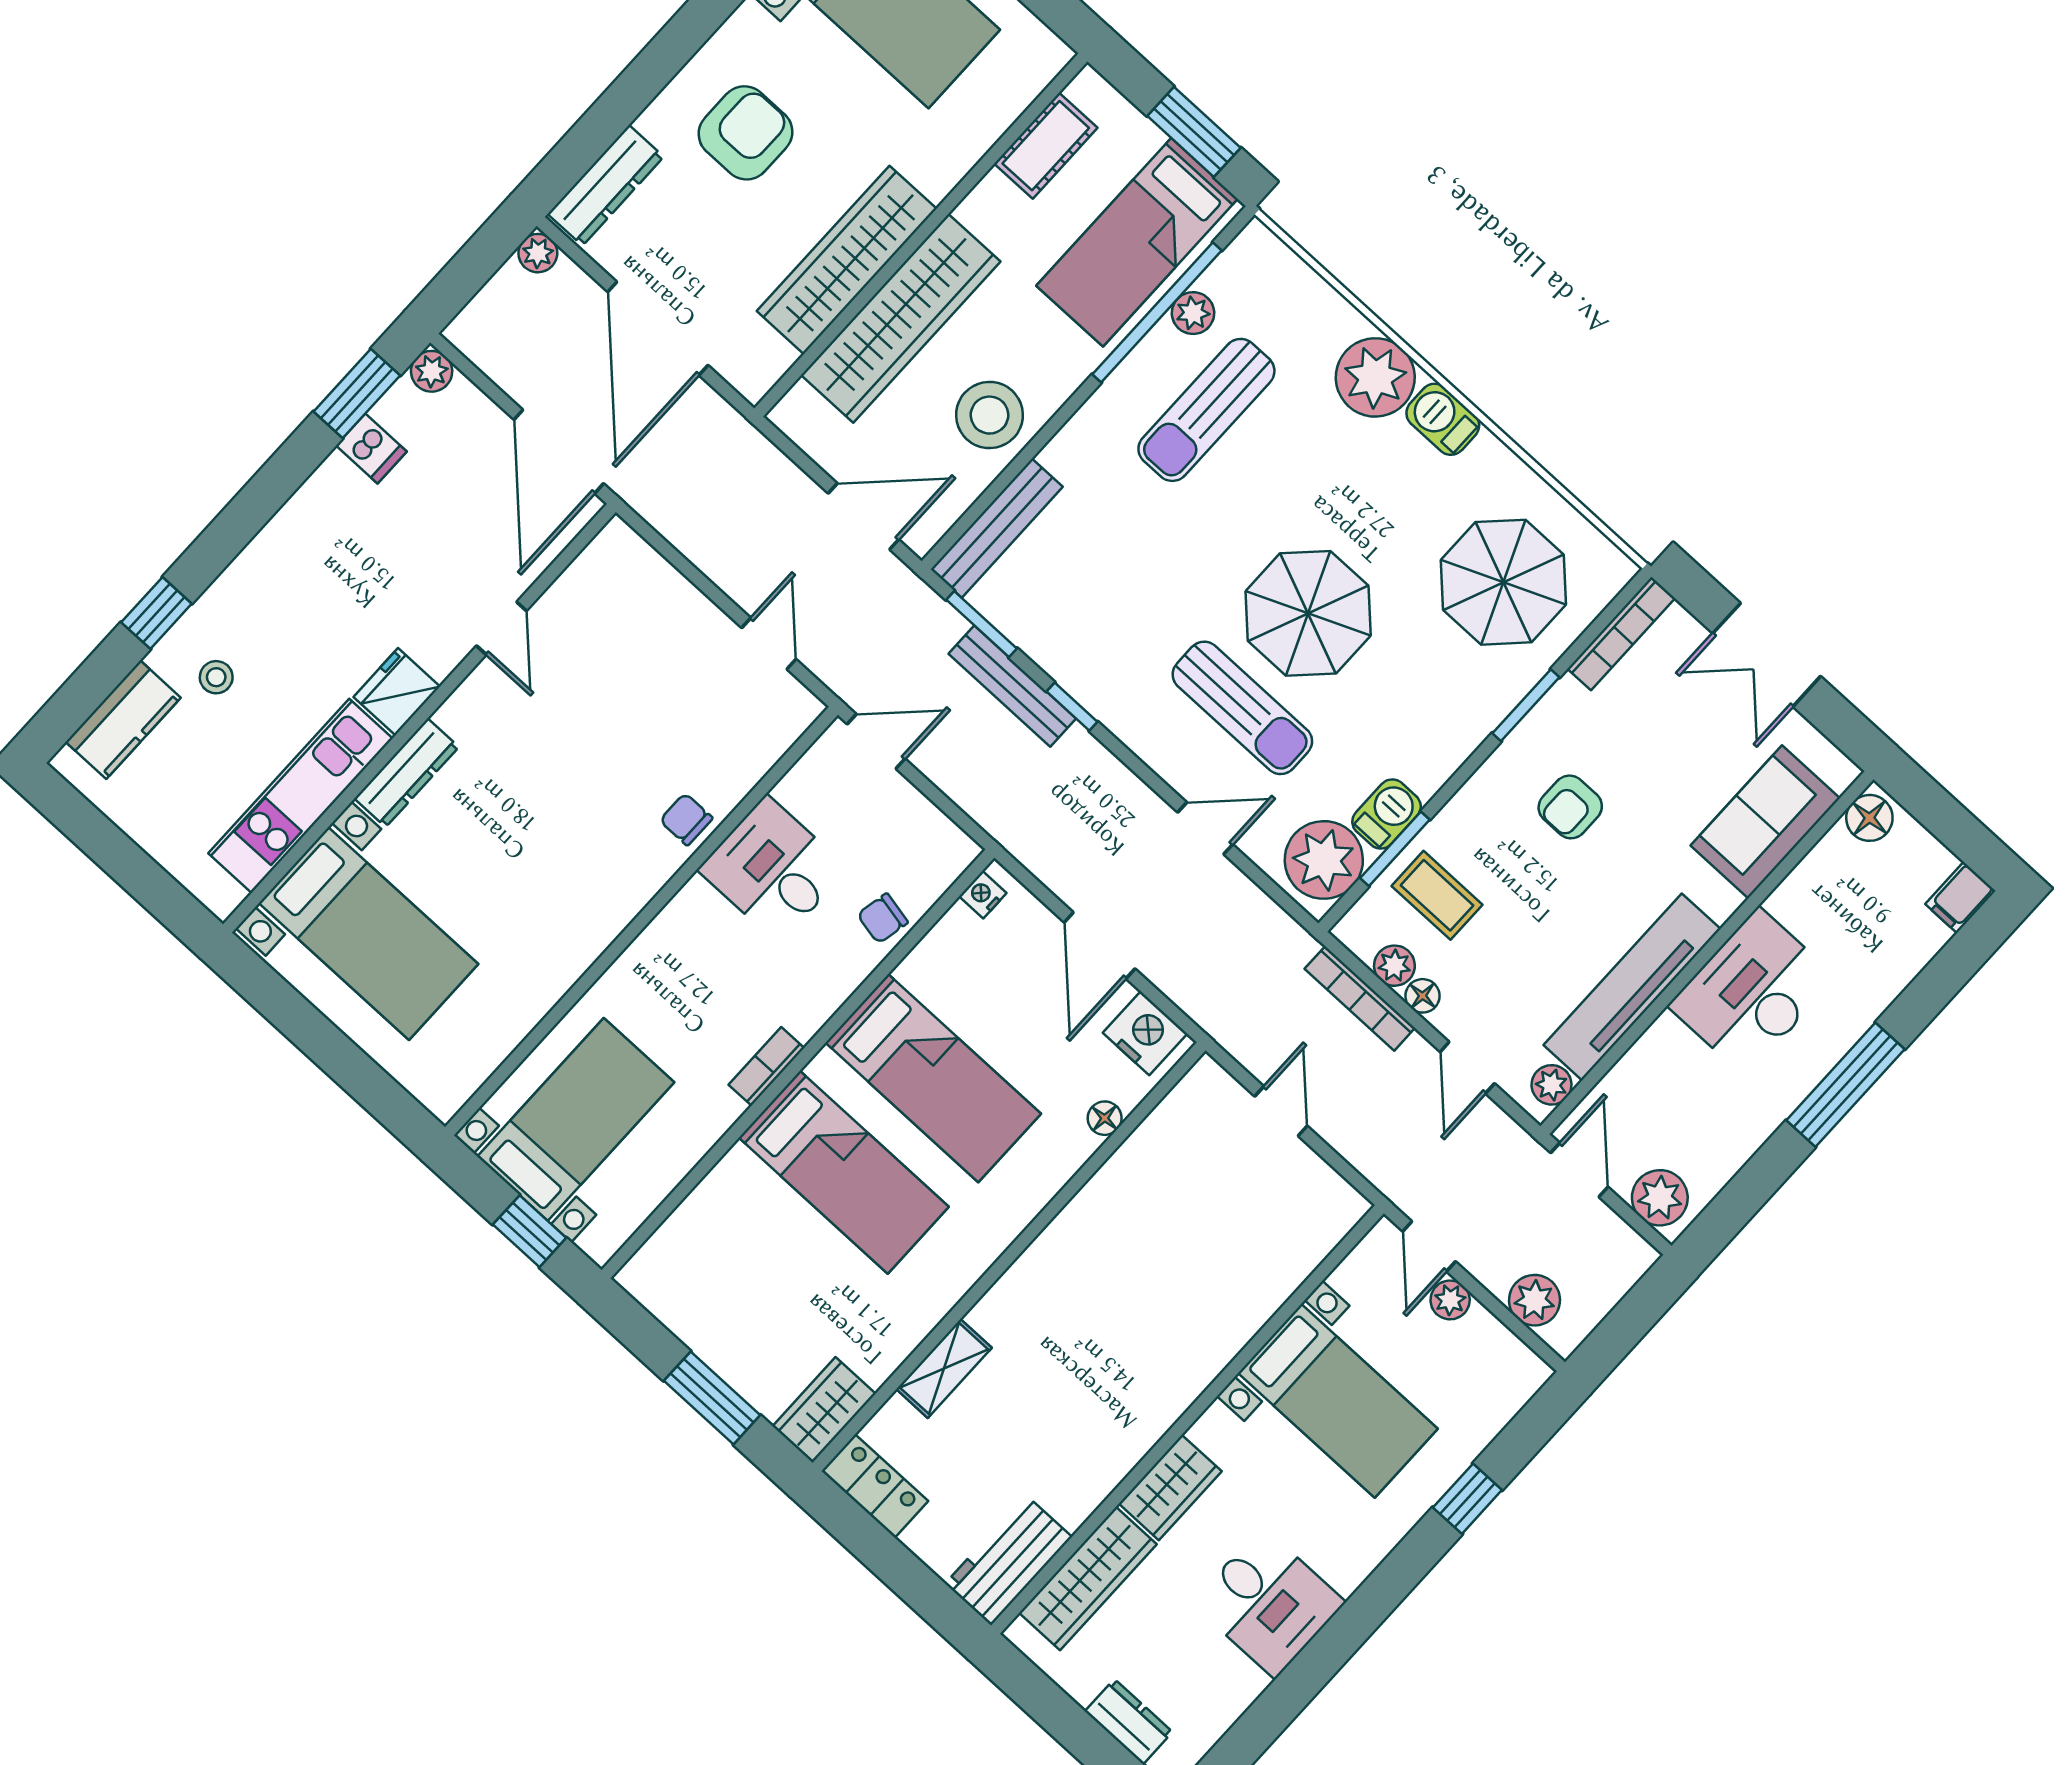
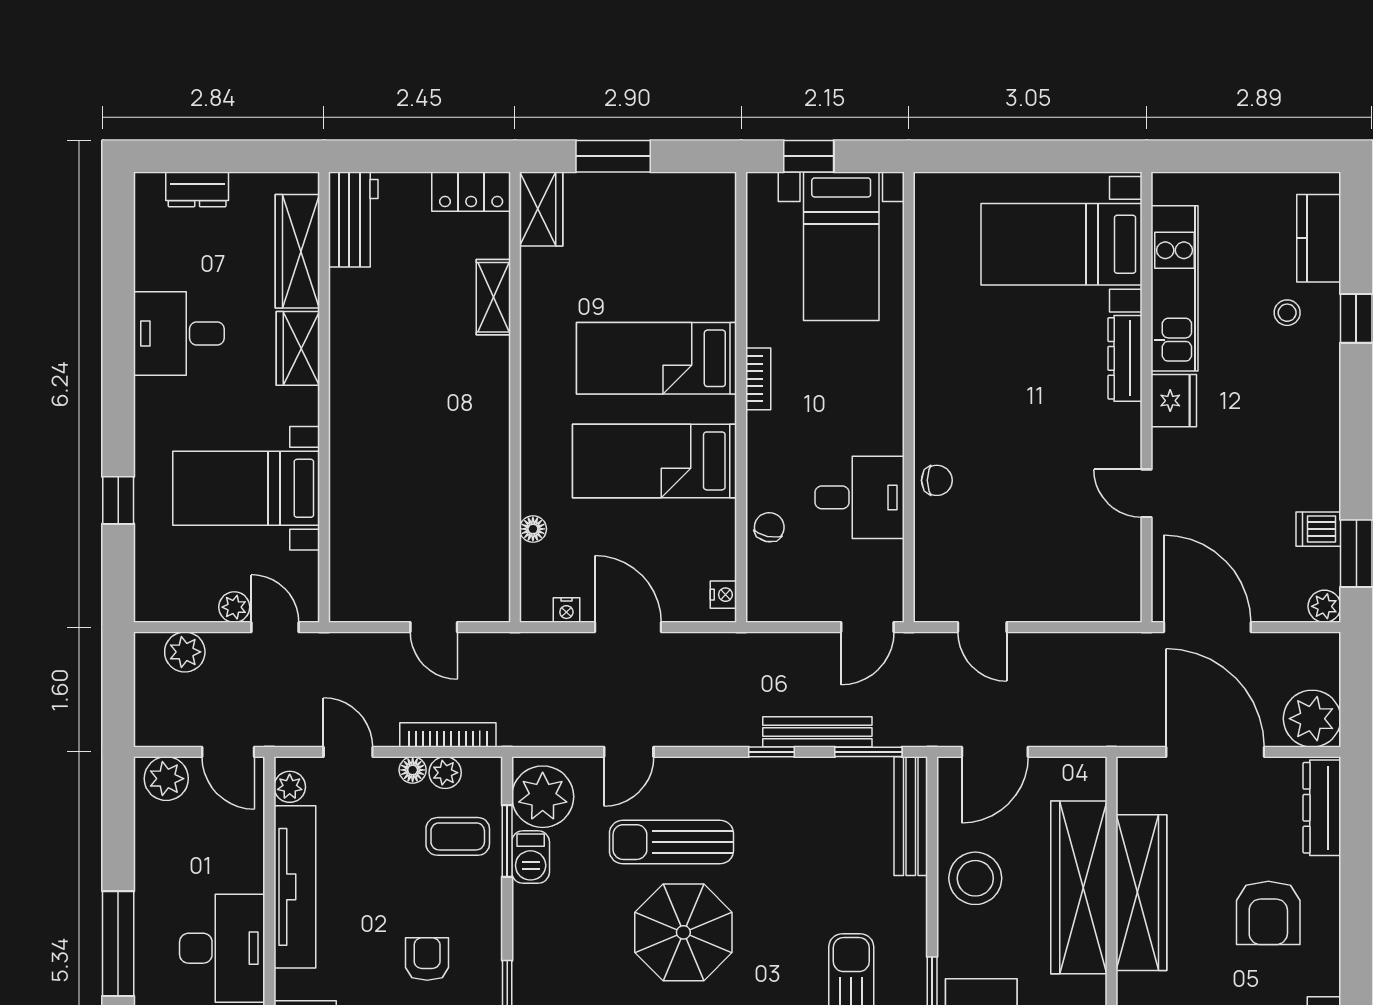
plant: (538, 253) -> (1312, 719), width x1.88, depth x1.88
nightstand: (1145, 1033) -> (566, 610), width x0.53, depth x0.56

